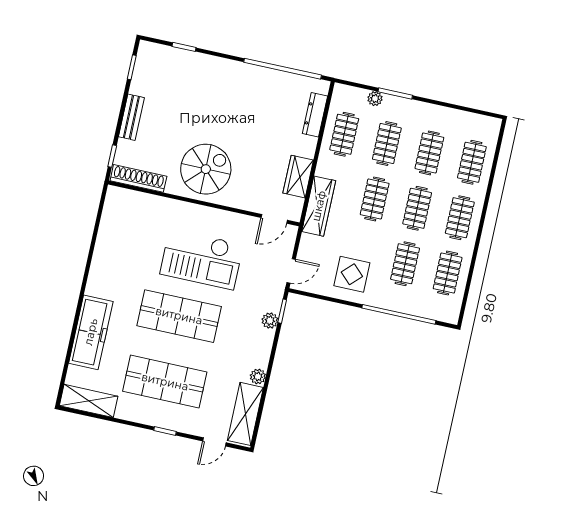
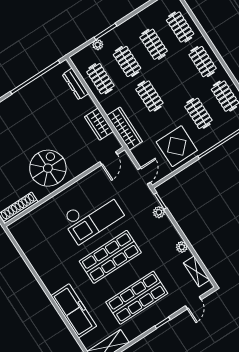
clothes rail: (417, 208) -> (176, 79), removed
display table: (352, 274) -> (177, 146), width x1.36, depth x1.36
shelving: (245, 414) -> (197, 271), width x0.67, depth x0.75

